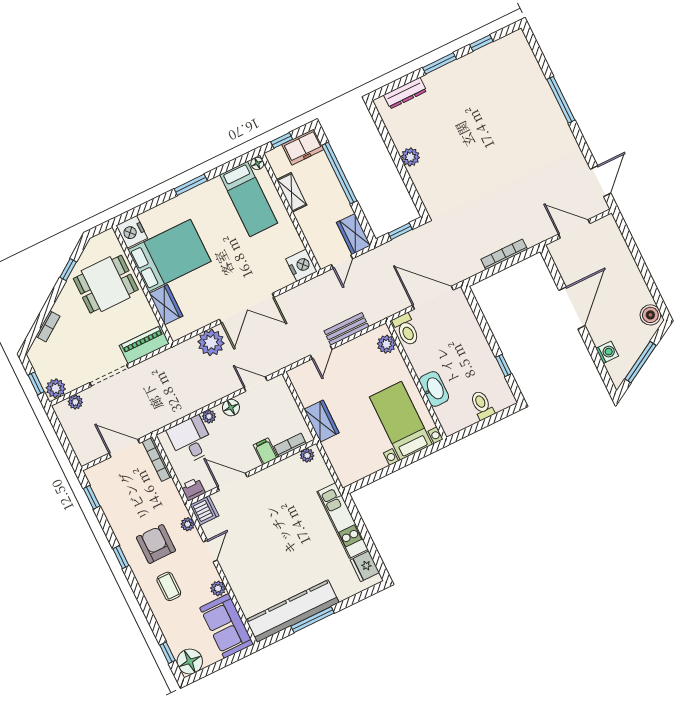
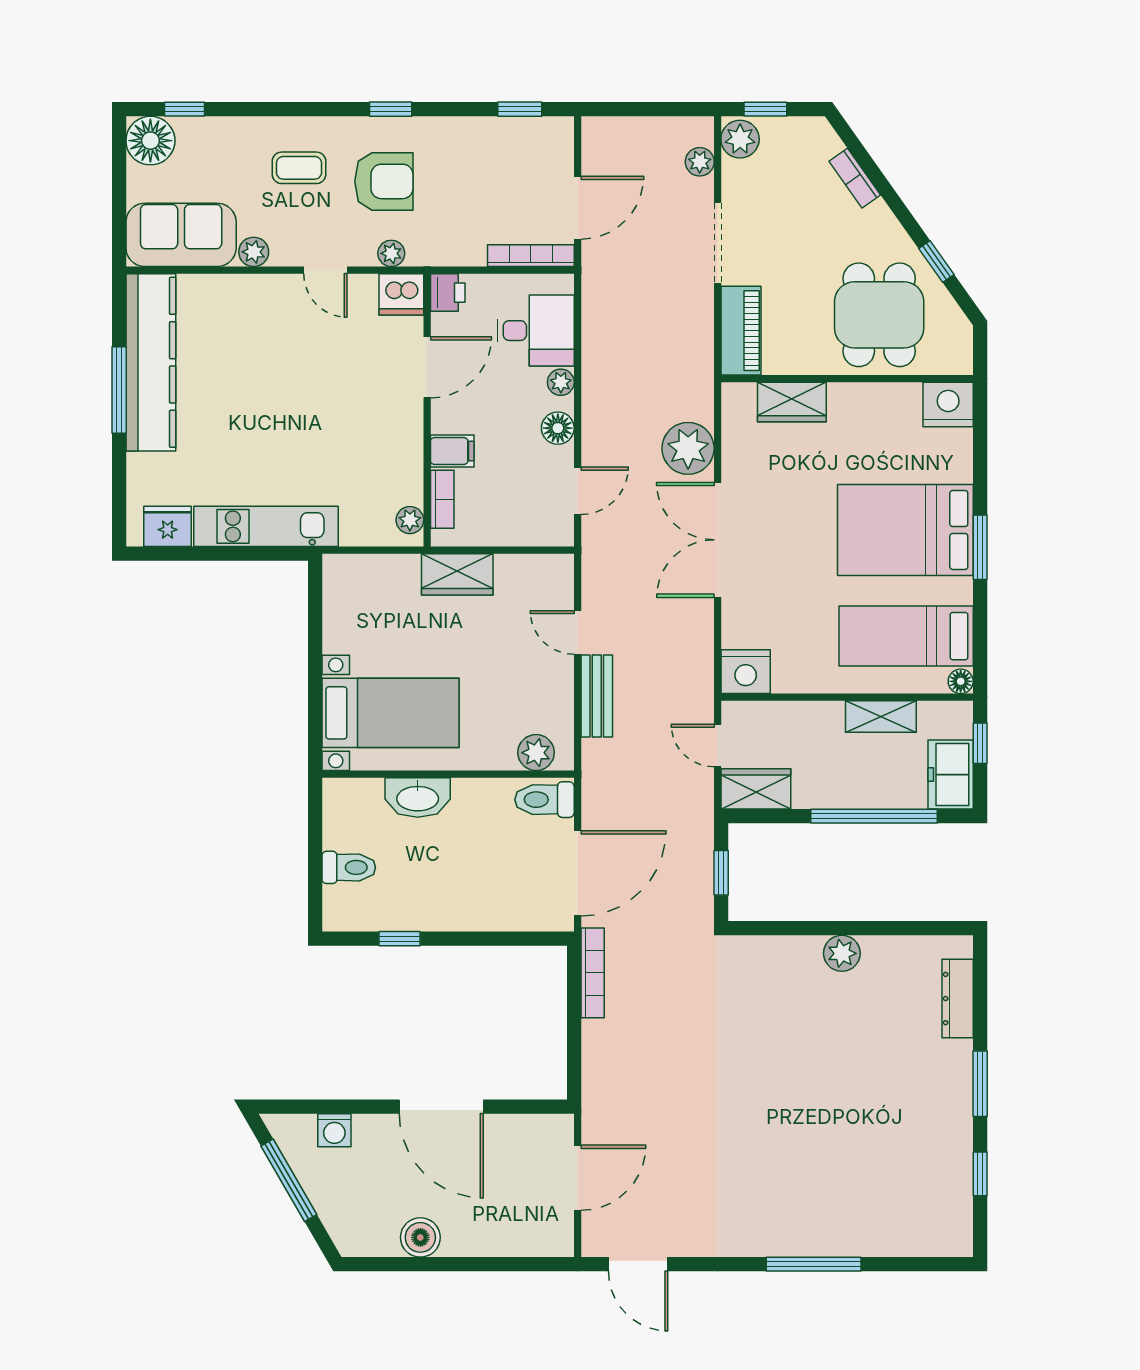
bookcase: (504, 254) -> (593, 973), moved
bed: (169, 256) -> (905, 530), moved, turned 90
boiler: (650, 315) -> (420, 1237), moved

